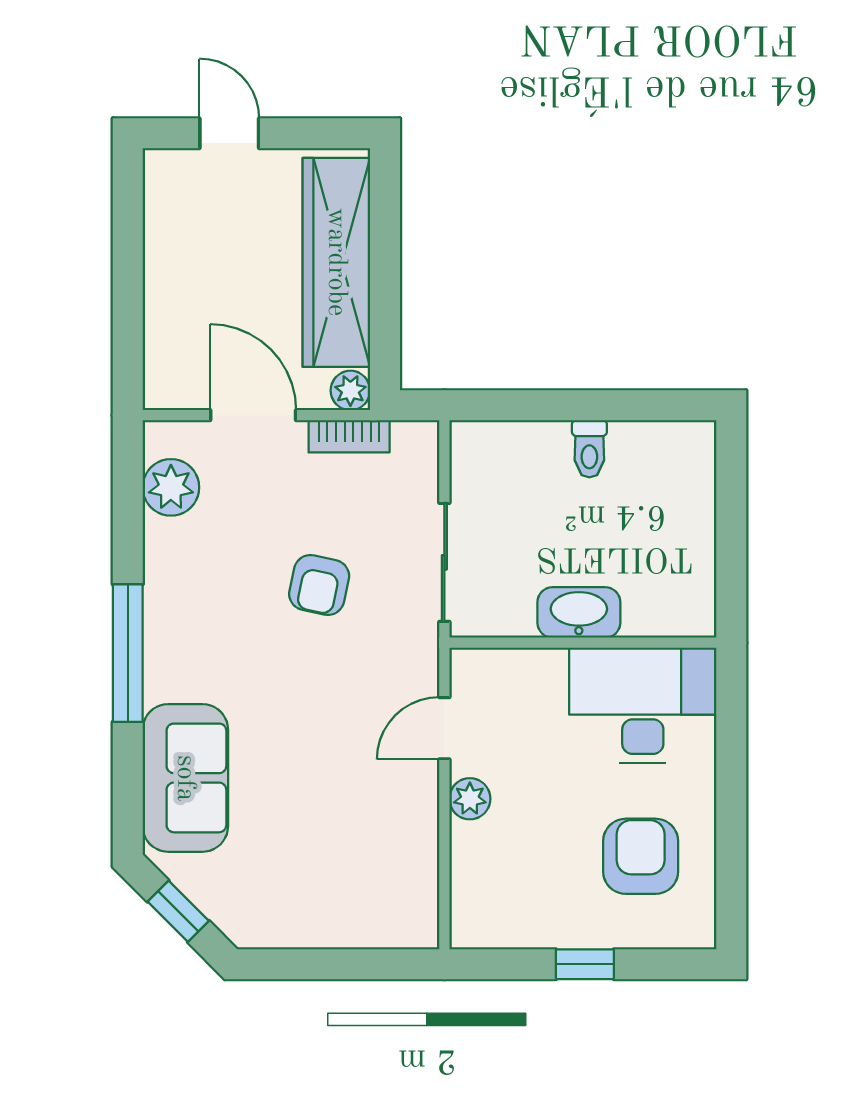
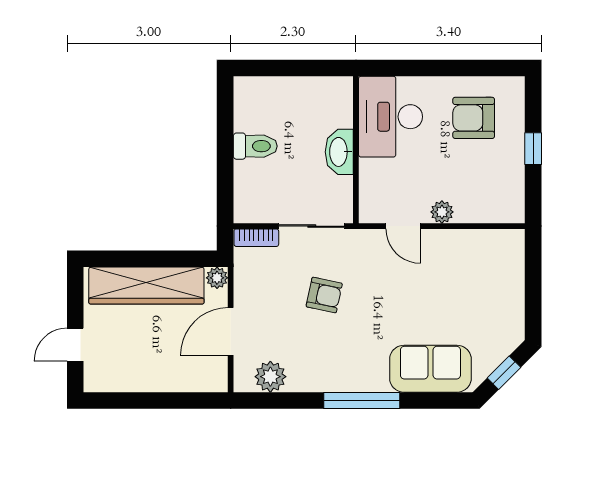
bookcase: (349, 436) -> (256, 238), moved, turned 90
toilet: (589, 449) -> (255, 146), width x1.37, depth x1.39

